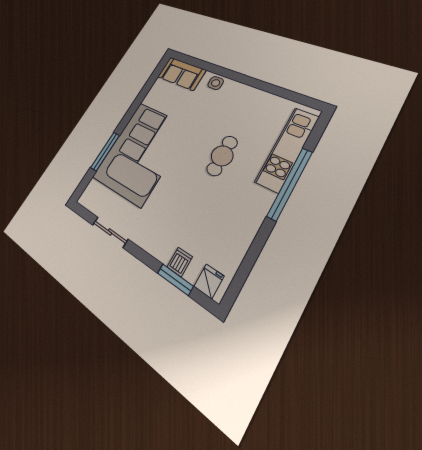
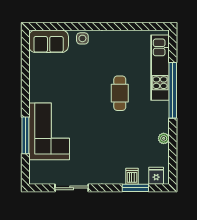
corner sofa: (141, 152) -> (49, 131), width x0.73, depth x0.74
plant: (245, 238) -> (164, 138), added

